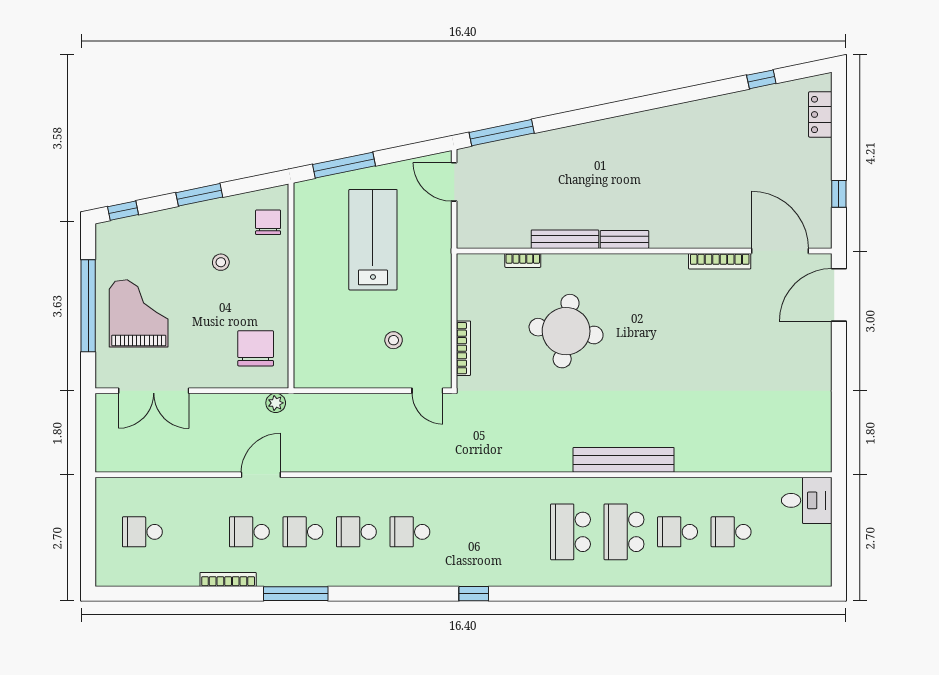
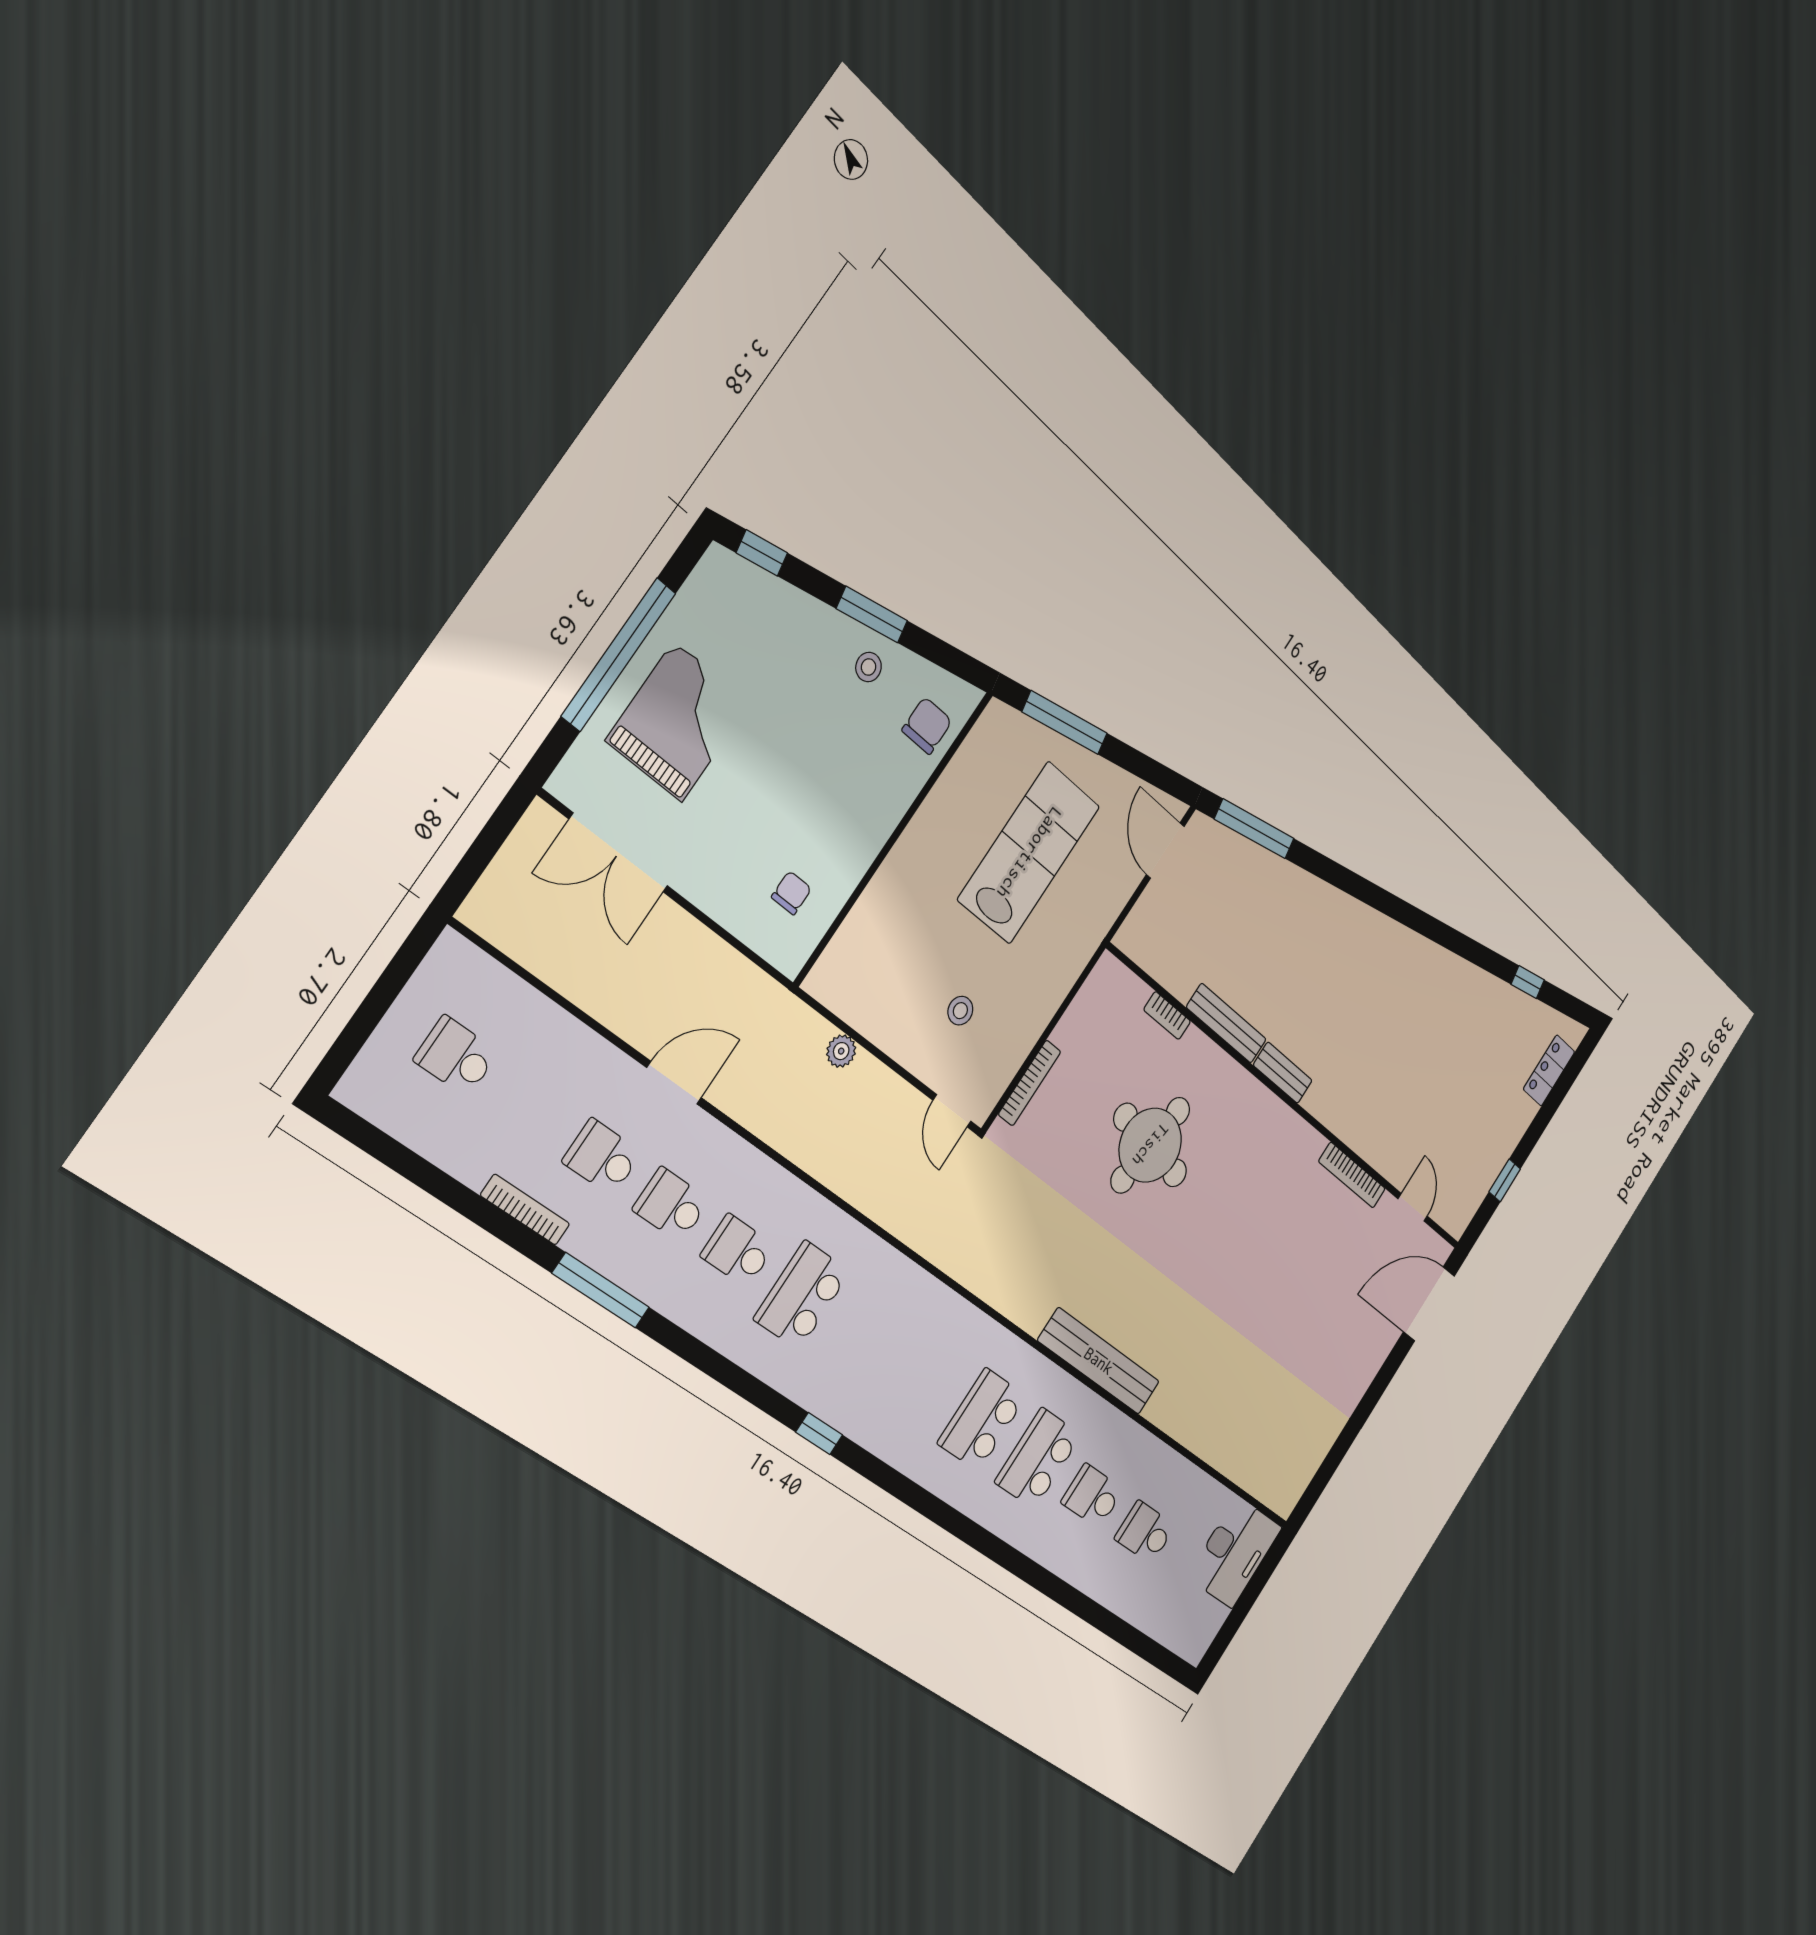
door: (780, 251) -> (1413, 1207), width x0.53
stool: (221, 262) -> (869, 667), moved
chair: (256, 348) -> (791, 893), width x0.54, depth x0.54
plant: (276, 403) -> (841, 1051), moved
desk: (807, 500) -> (1235, 1552), width x1.37
school desk: (410, 532) -> (802, 1295), width x1.85

